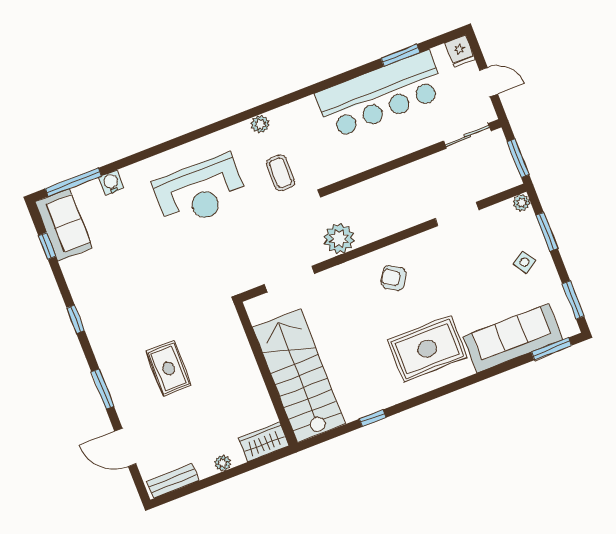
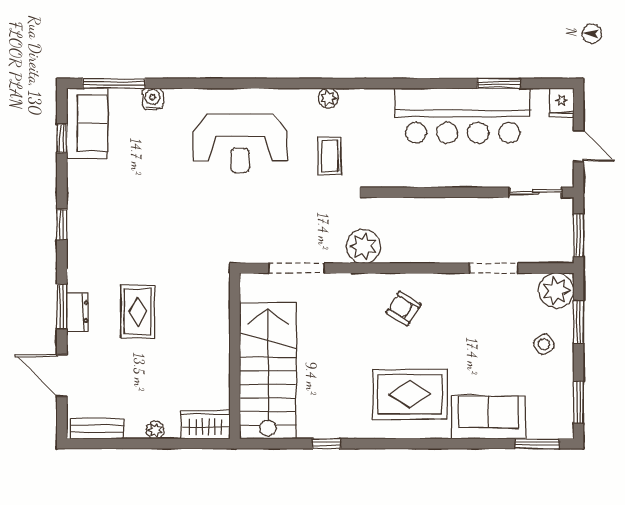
plant: (522, 203) -> (556, 291), width x1.87, depth x1.87
sofa: (513, 338) -> (488, 417), width x0.73
dresser: (118, 388) -> (78, 312), added

